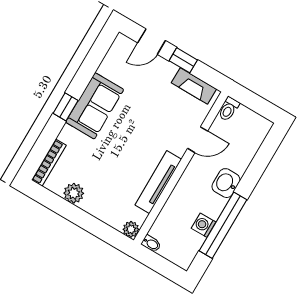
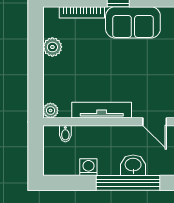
bookcase: (49, 163) -> (82, 12), moved
window: (223, 225) -> (128, 183), moved
bidet: (151, 244) -> (65, 134), moved

